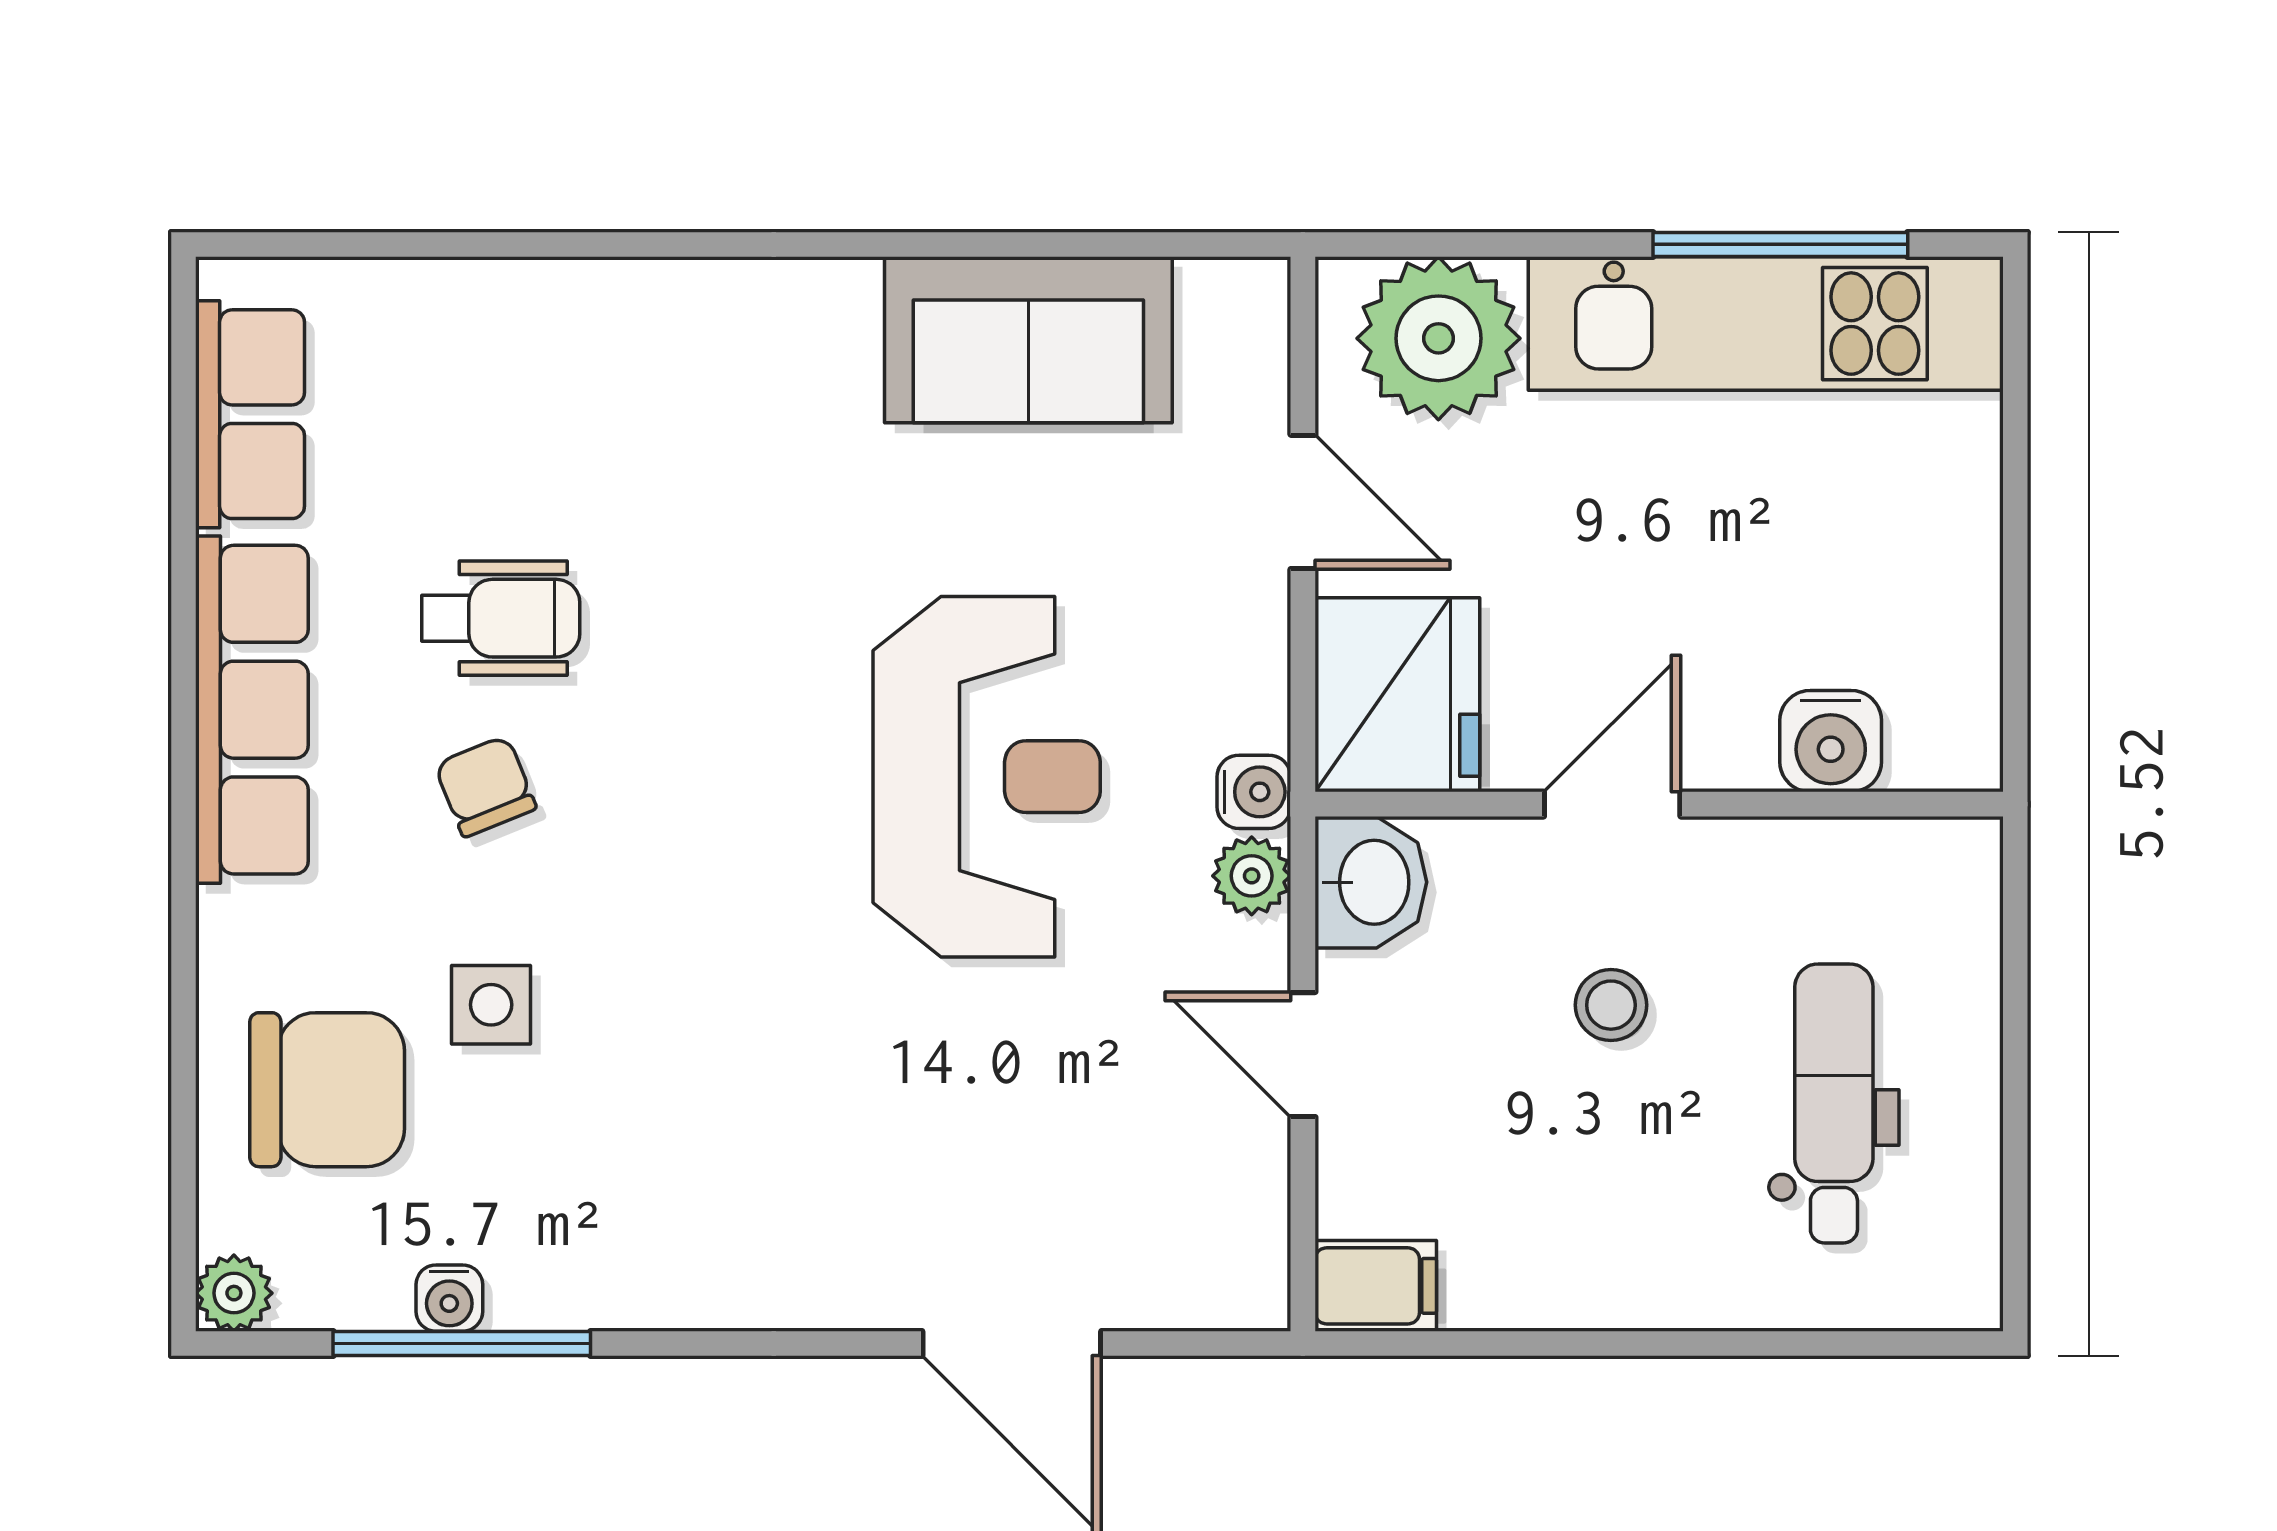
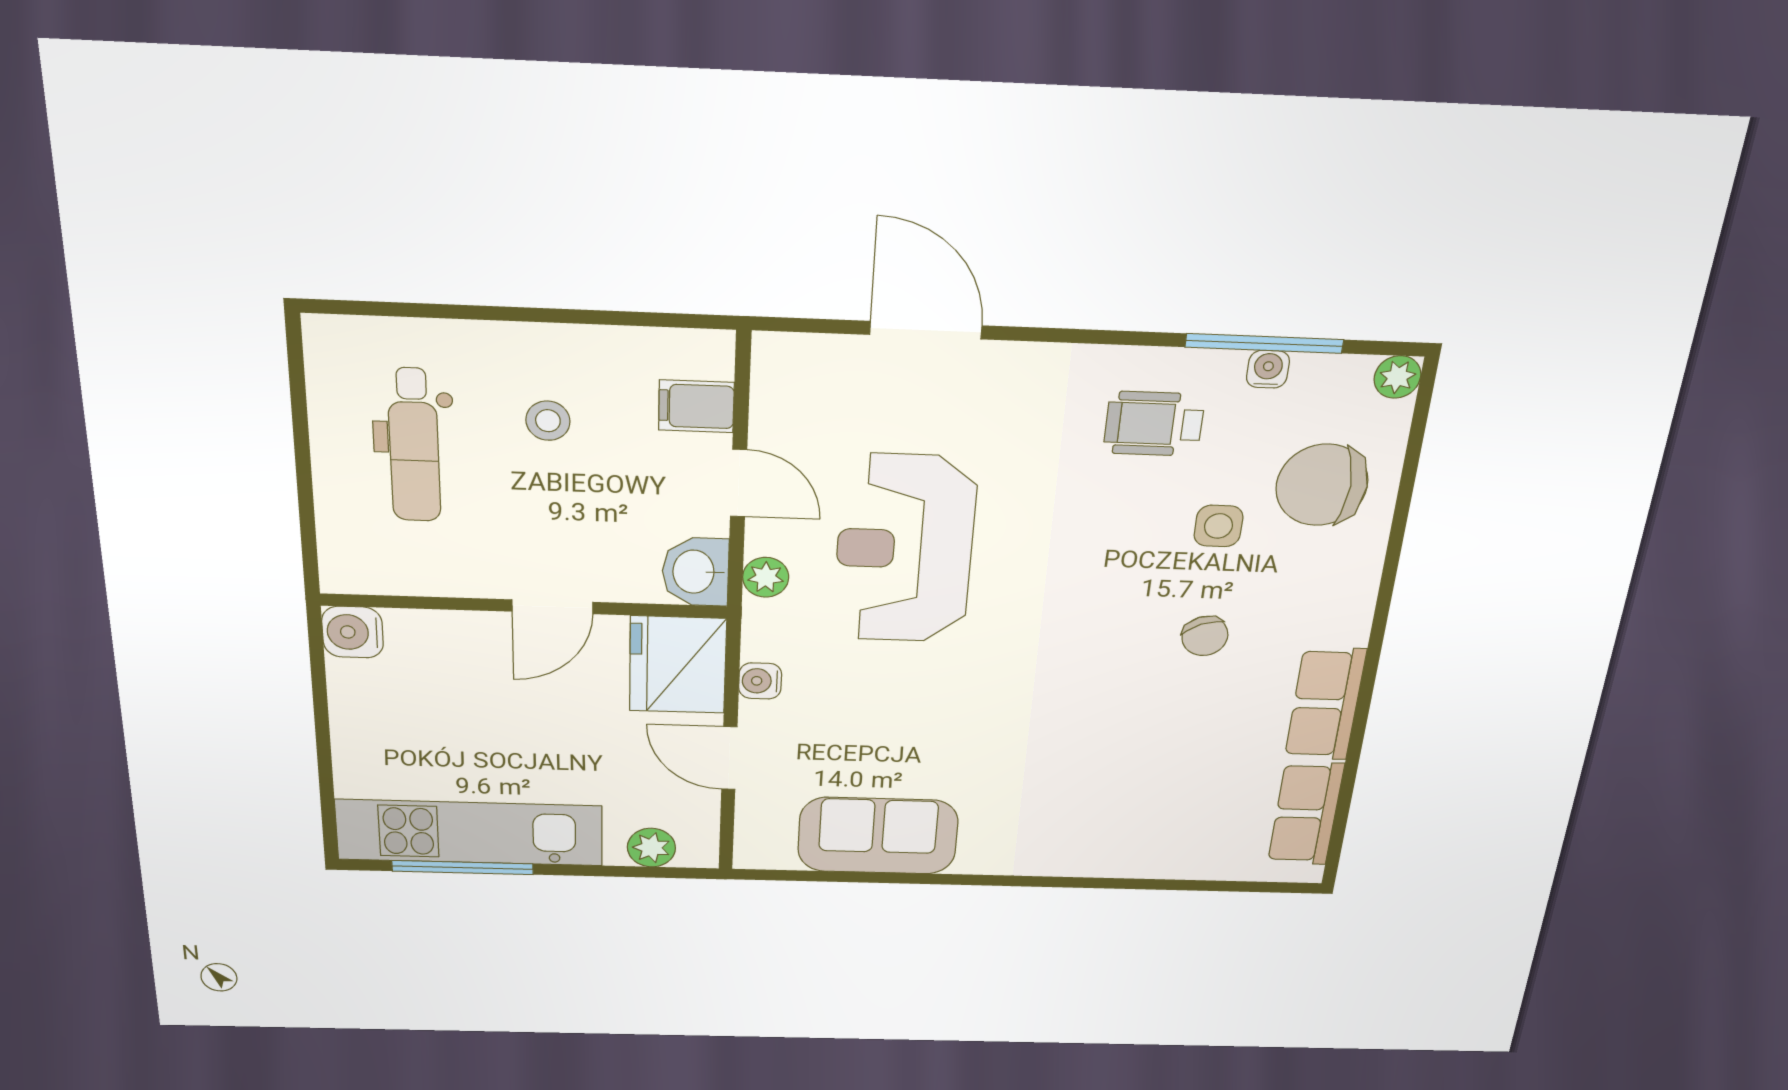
plant: (1438, 338) -> (651, 848), width x0.53, depth x0.53
wheelchair: (501, 618) -> (1154, 424), moved
row of seats: (252, 710) -> (1325, 704), width x0.68
water cooler: (1831, 741) -> (353, 632), moved, turned -90
reception desk: (987, 777) -> (904, 549), moved
water cooler: (1254, 792) -> (760, 681), moved
stool: (1611, 1005) -> (548, 421), moved
filing cabinet: (1376, 1286) -> (696, 406), moved

